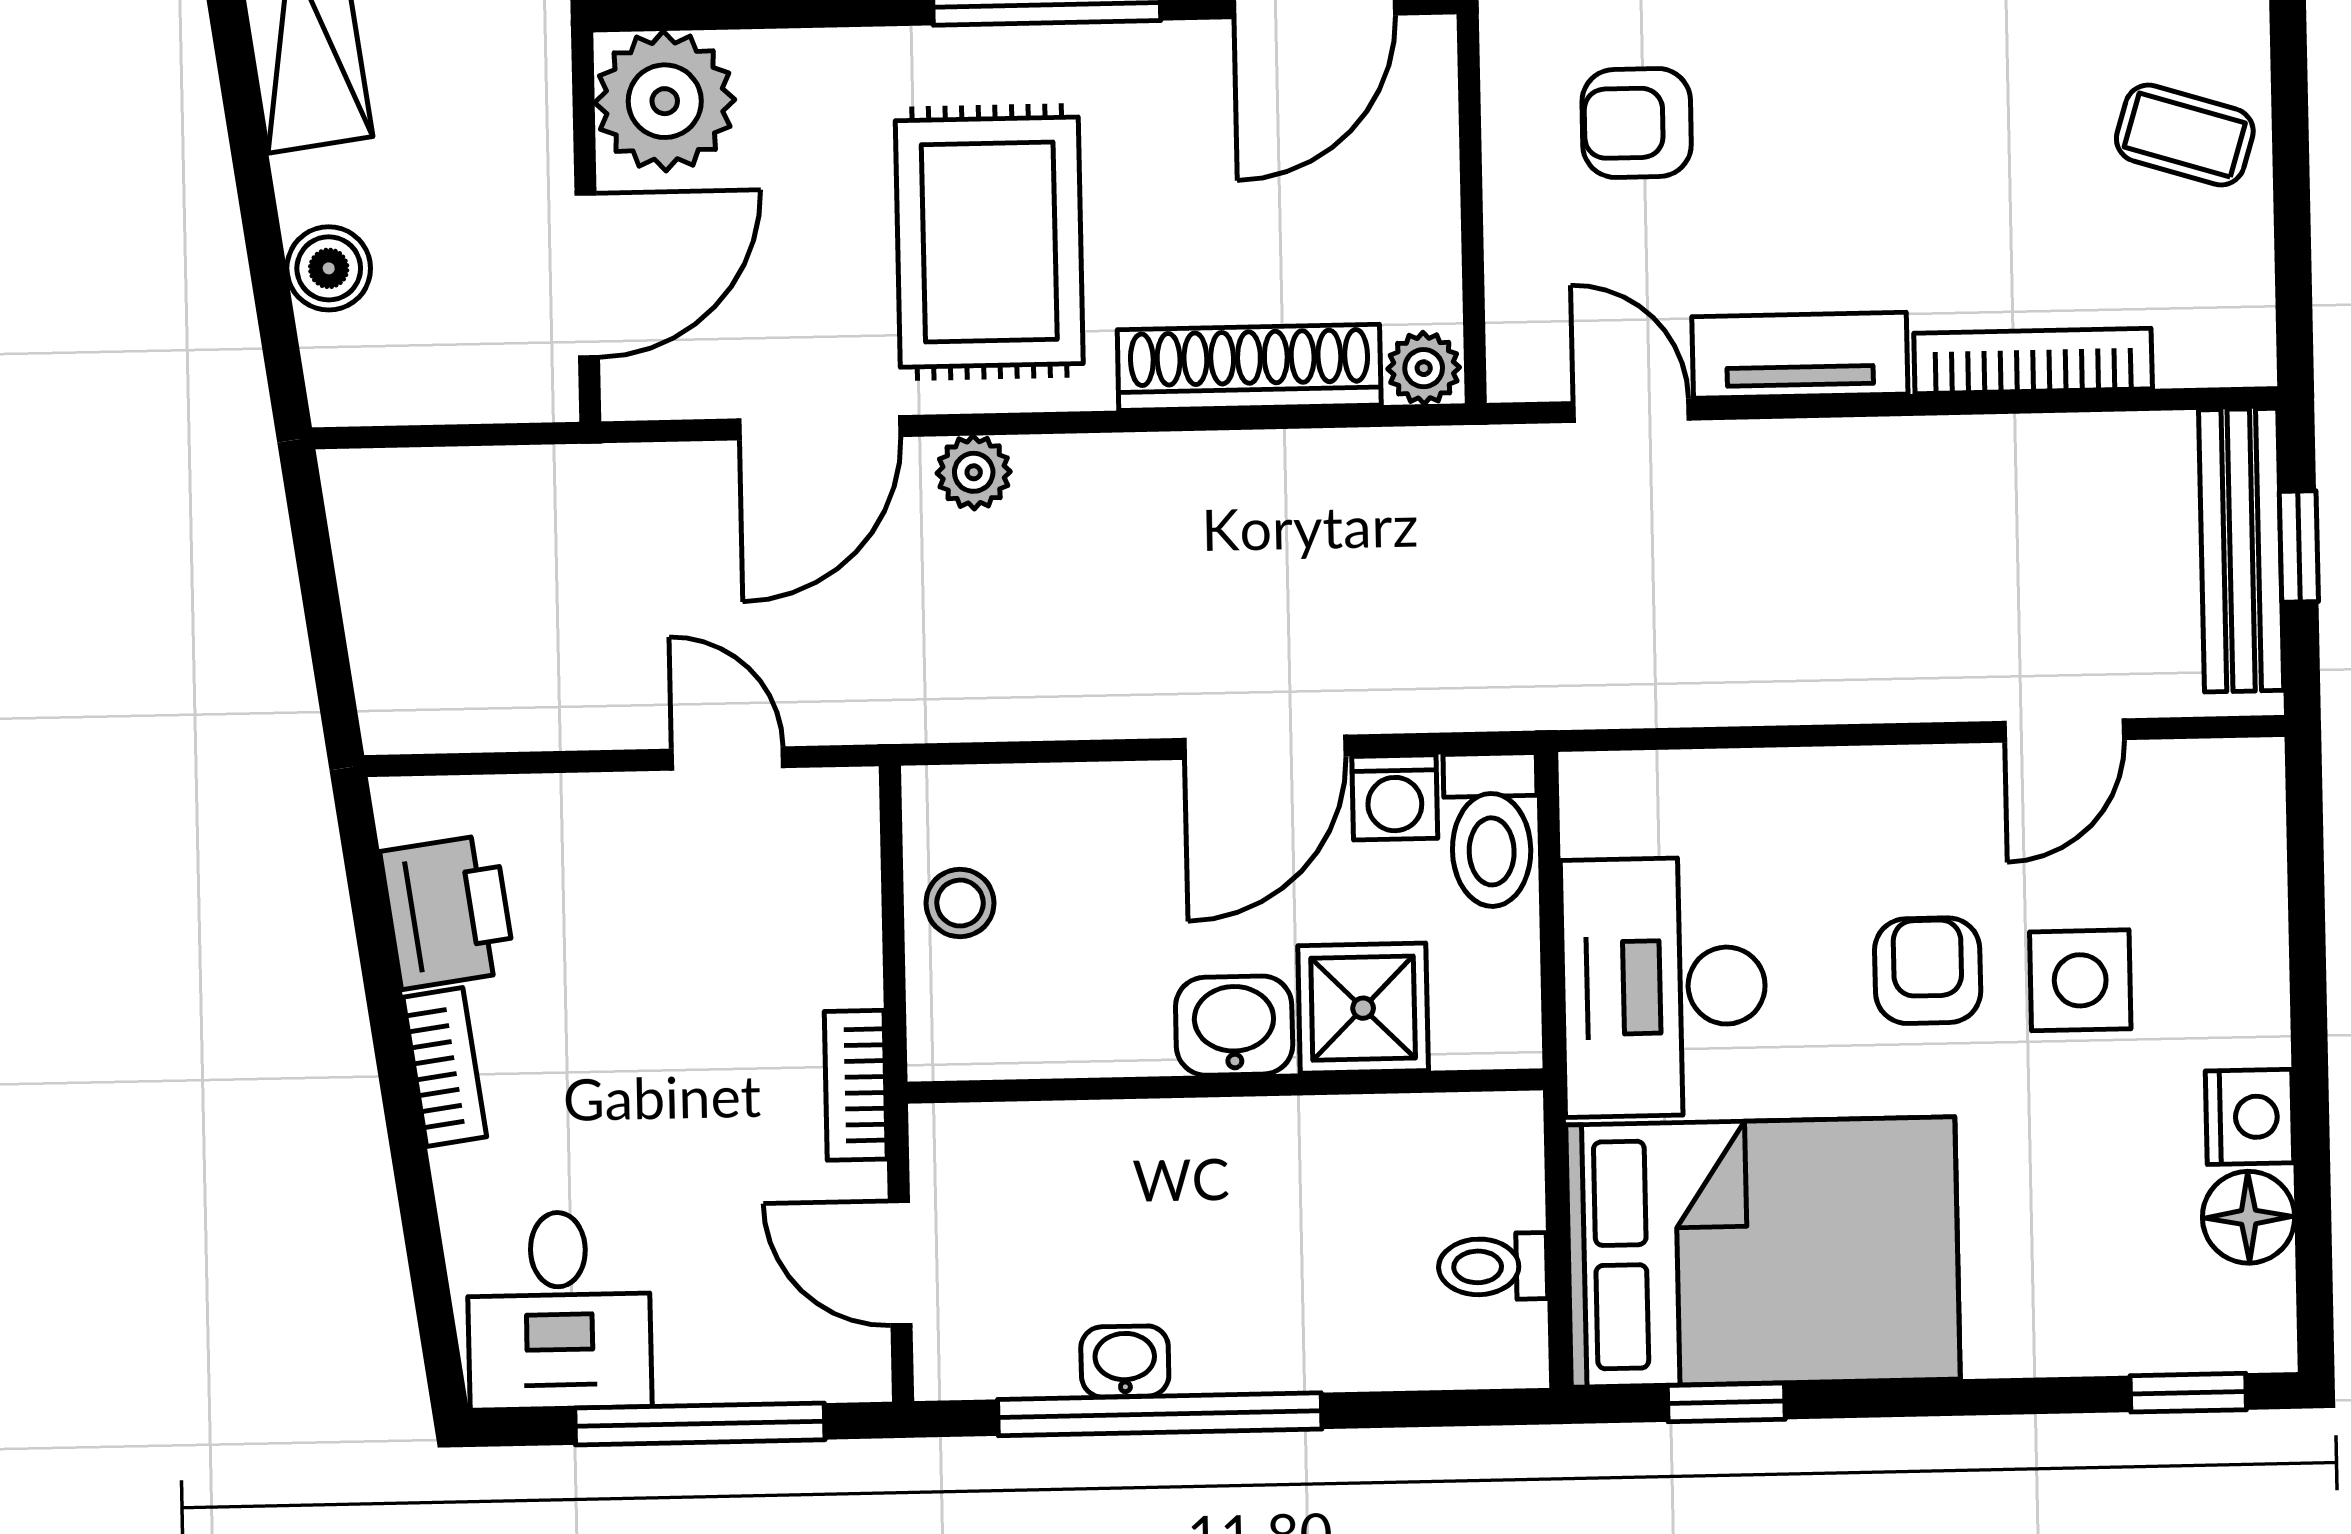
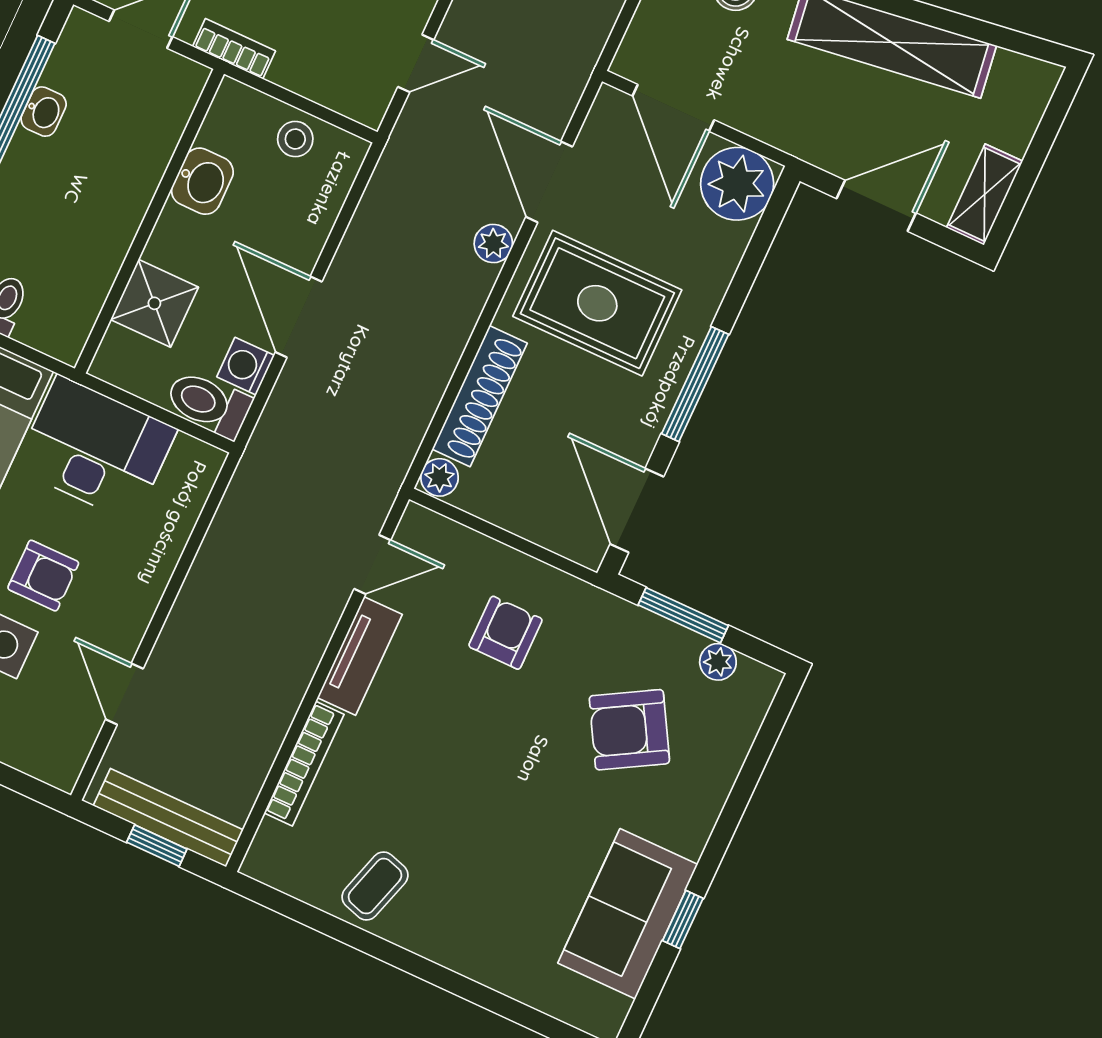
washbasin: (1234, 1026) -> (202, 181), moved

